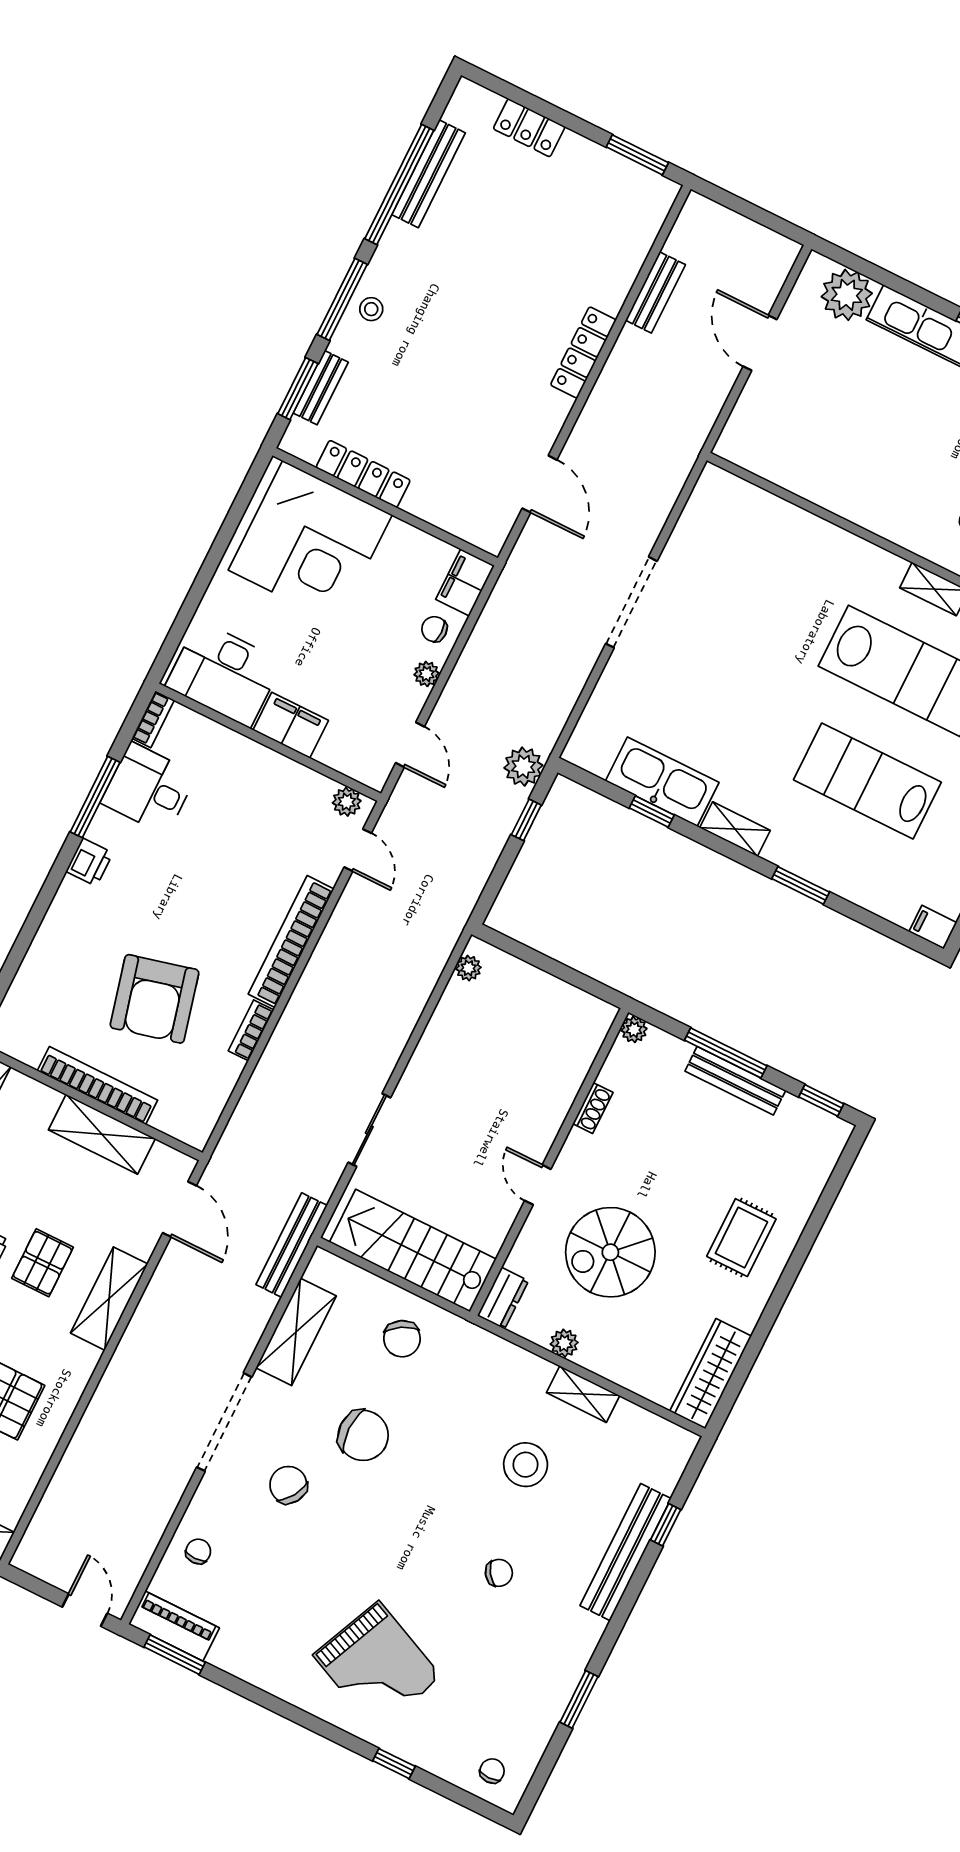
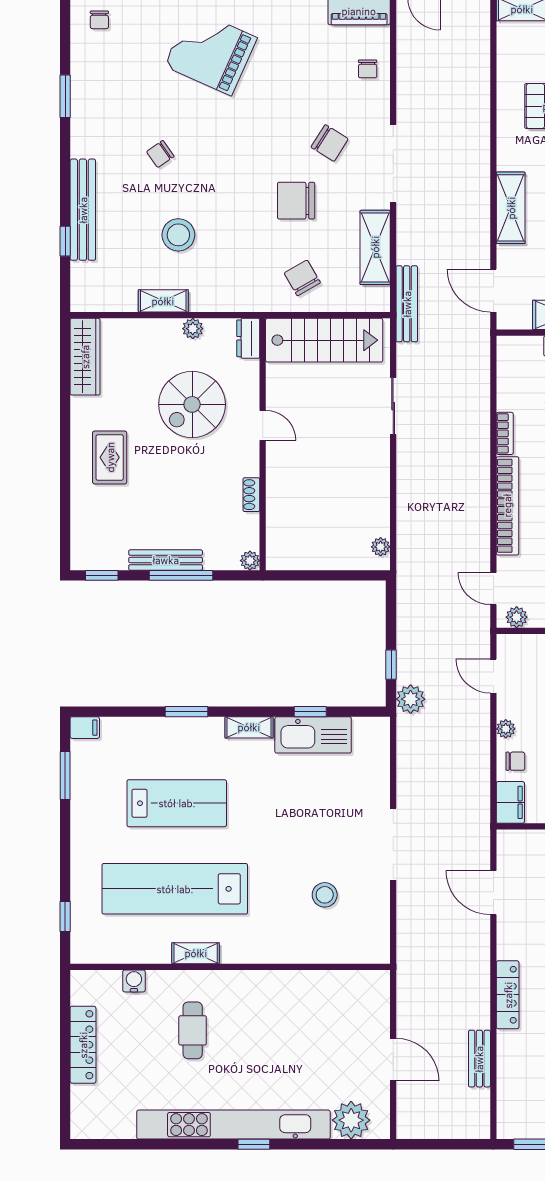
stool: (744, 582) -> (325, 895), added
spiral stairs: (610, 1252) -> (192, 404), turned 180

